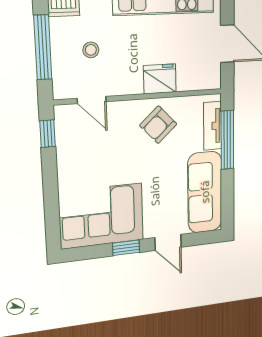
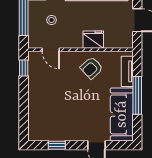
window: (227, 140) -> (137, 95), moved
corner sofa: (101, 216) -> (54, 122), removed
window: (126, 248) -> (57, 145), moved

